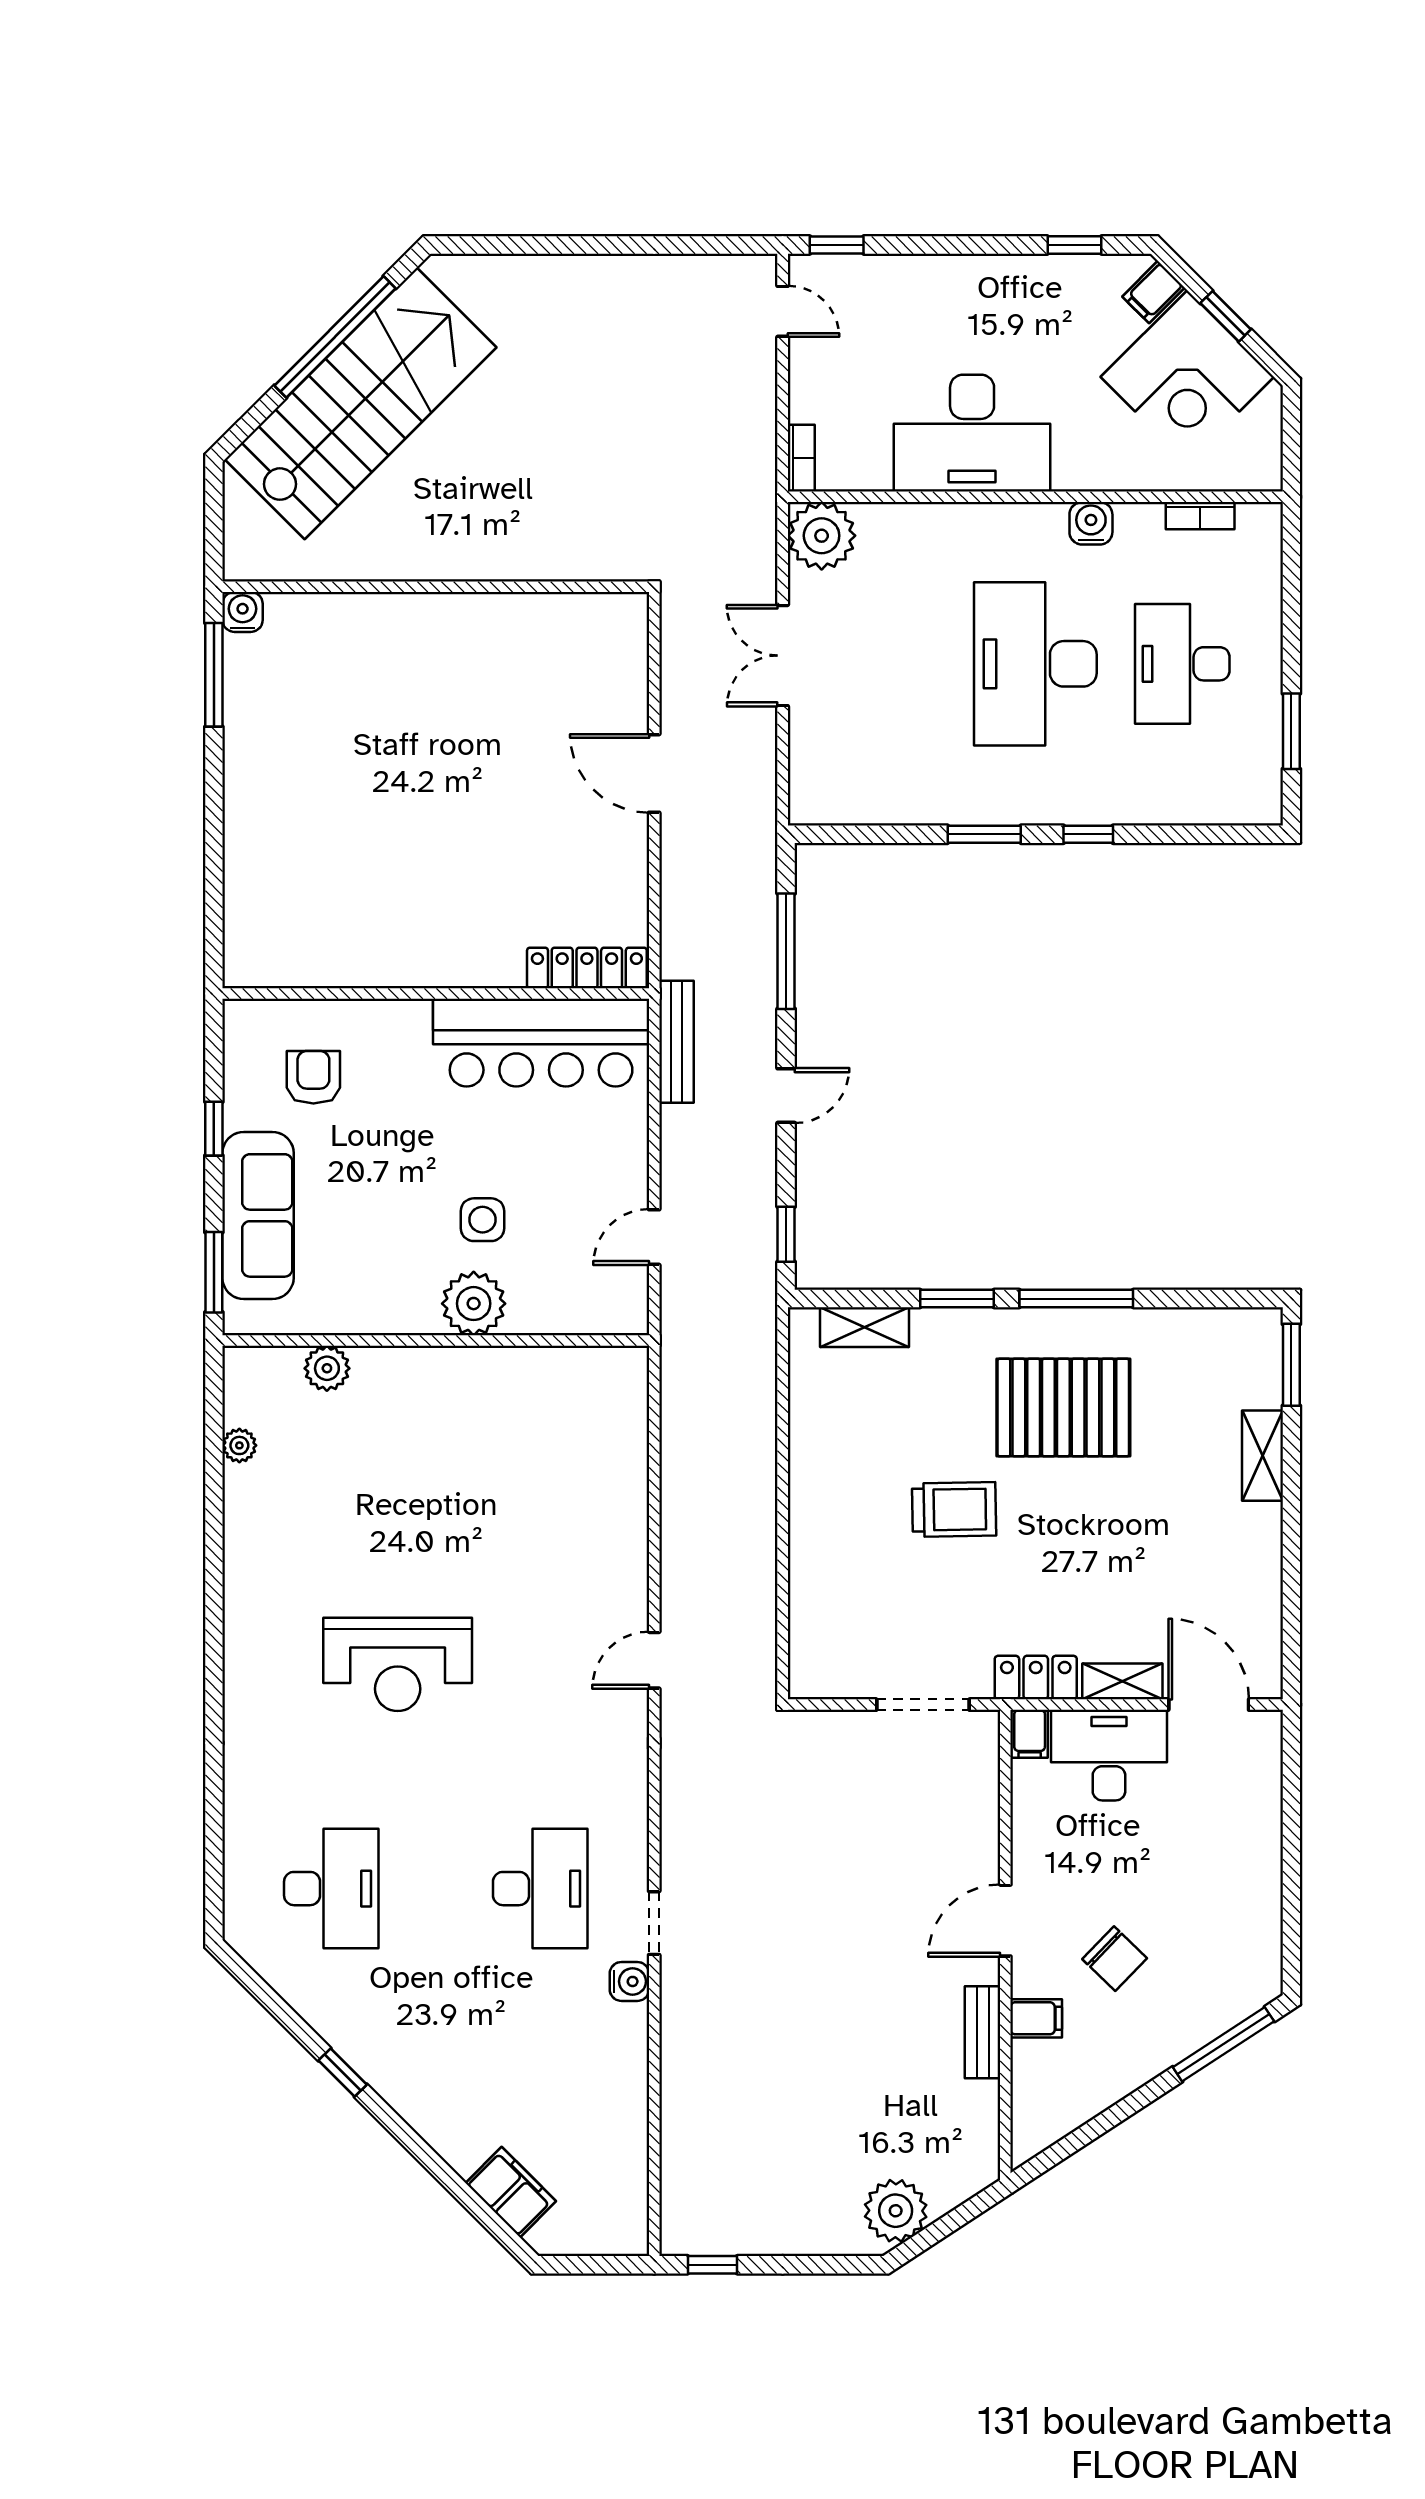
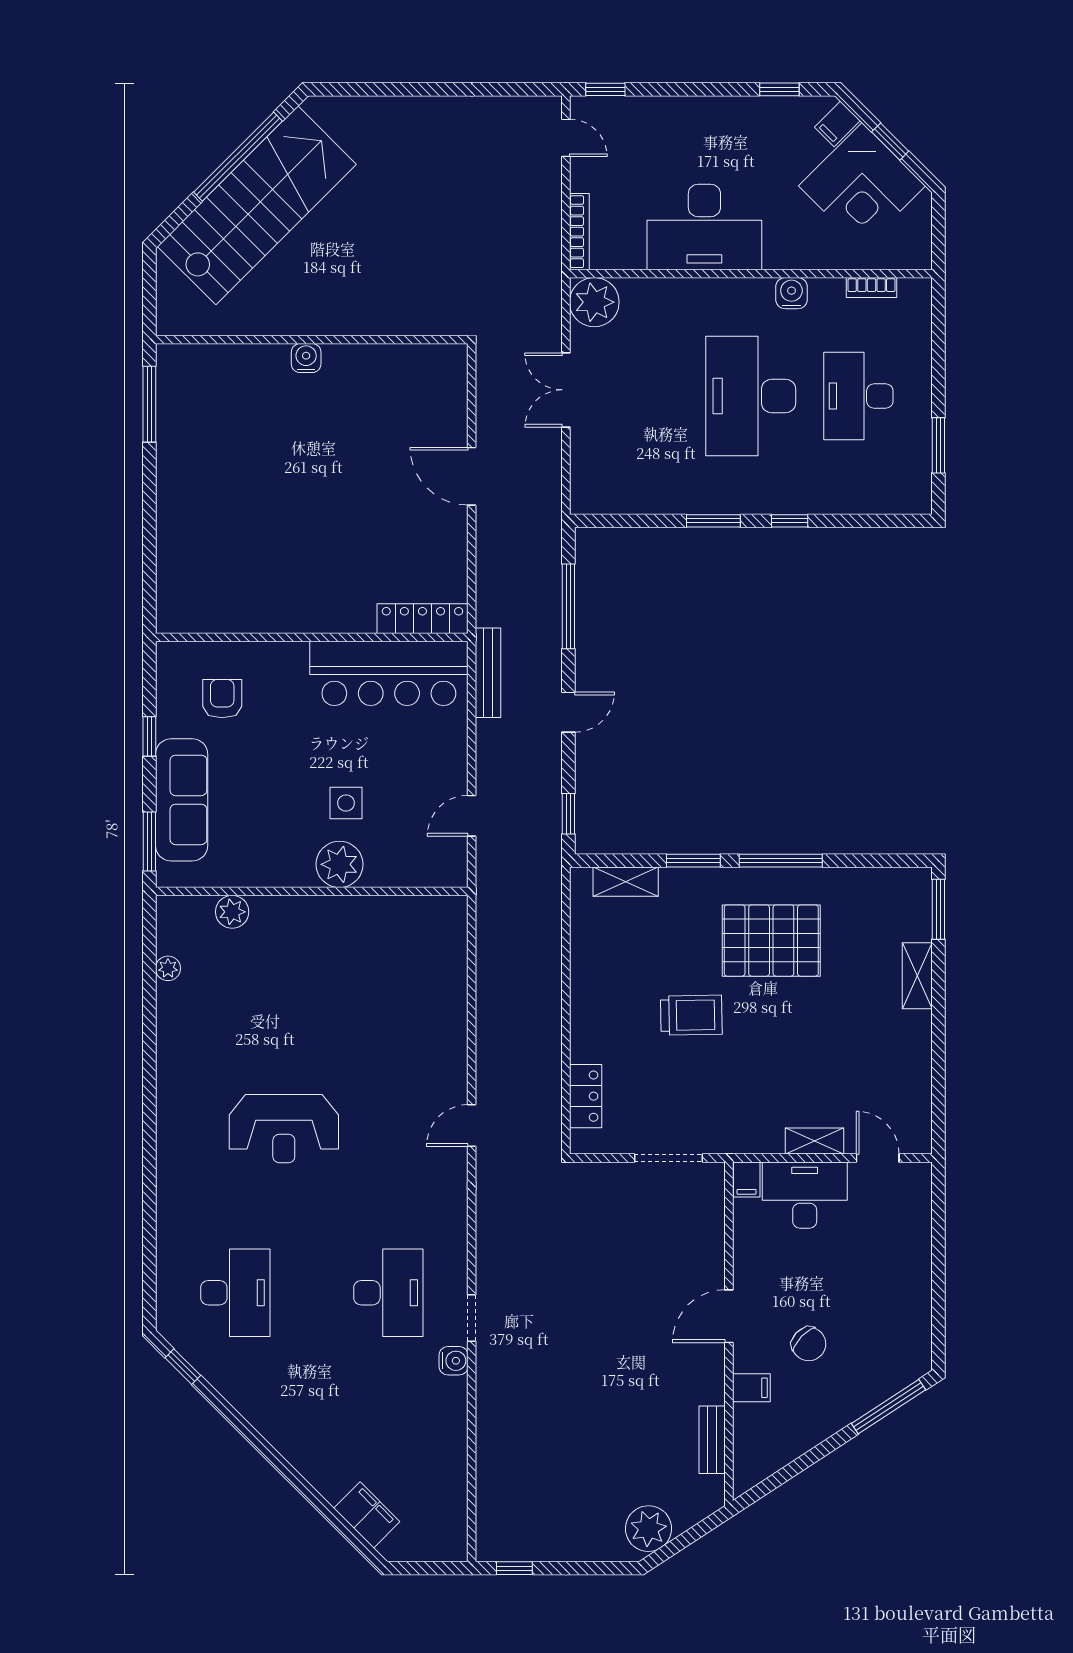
bookcase: (801, 458) -> (579, 232), width x1.56
water cooler: (243, 612) -> (306, 358), moved
locker: (1036, 1678) -> (586, 1096), moved, turned 90
door: (1209, 1705) -> (878, 1158), width x0.73
bench: (983, 2032) -> (712, 1440), moved
window: (343, 2073) -> (183, 1367), moved

